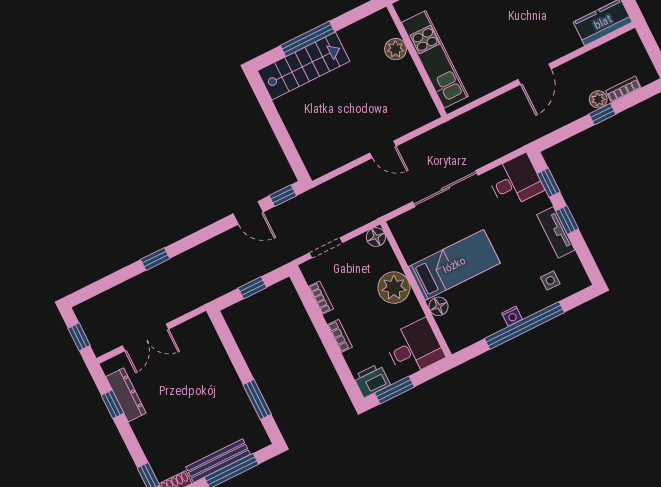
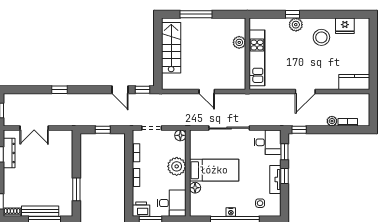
stairs: (304, 66) -> (171, 48), moved, turned -90
window: (602, 114) -> (299, 130), moved

